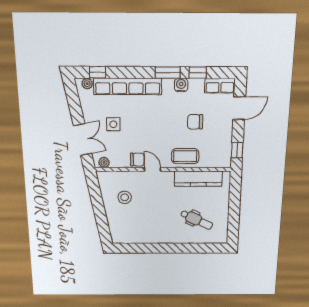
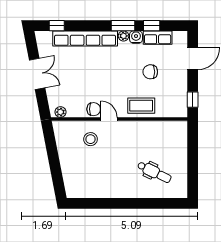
plant: (87, 84) -> (124, 36), moved
row of seats: (220, 86) -> (158, 38), moved
side table: (113, 124) -> (71, 74), removed
double door: (83, 140) -> (37, 74), moved
kitchen counter: (198, 179) -> (155, 129), removed
stool: (125, 197) -> (91, 139), moved

